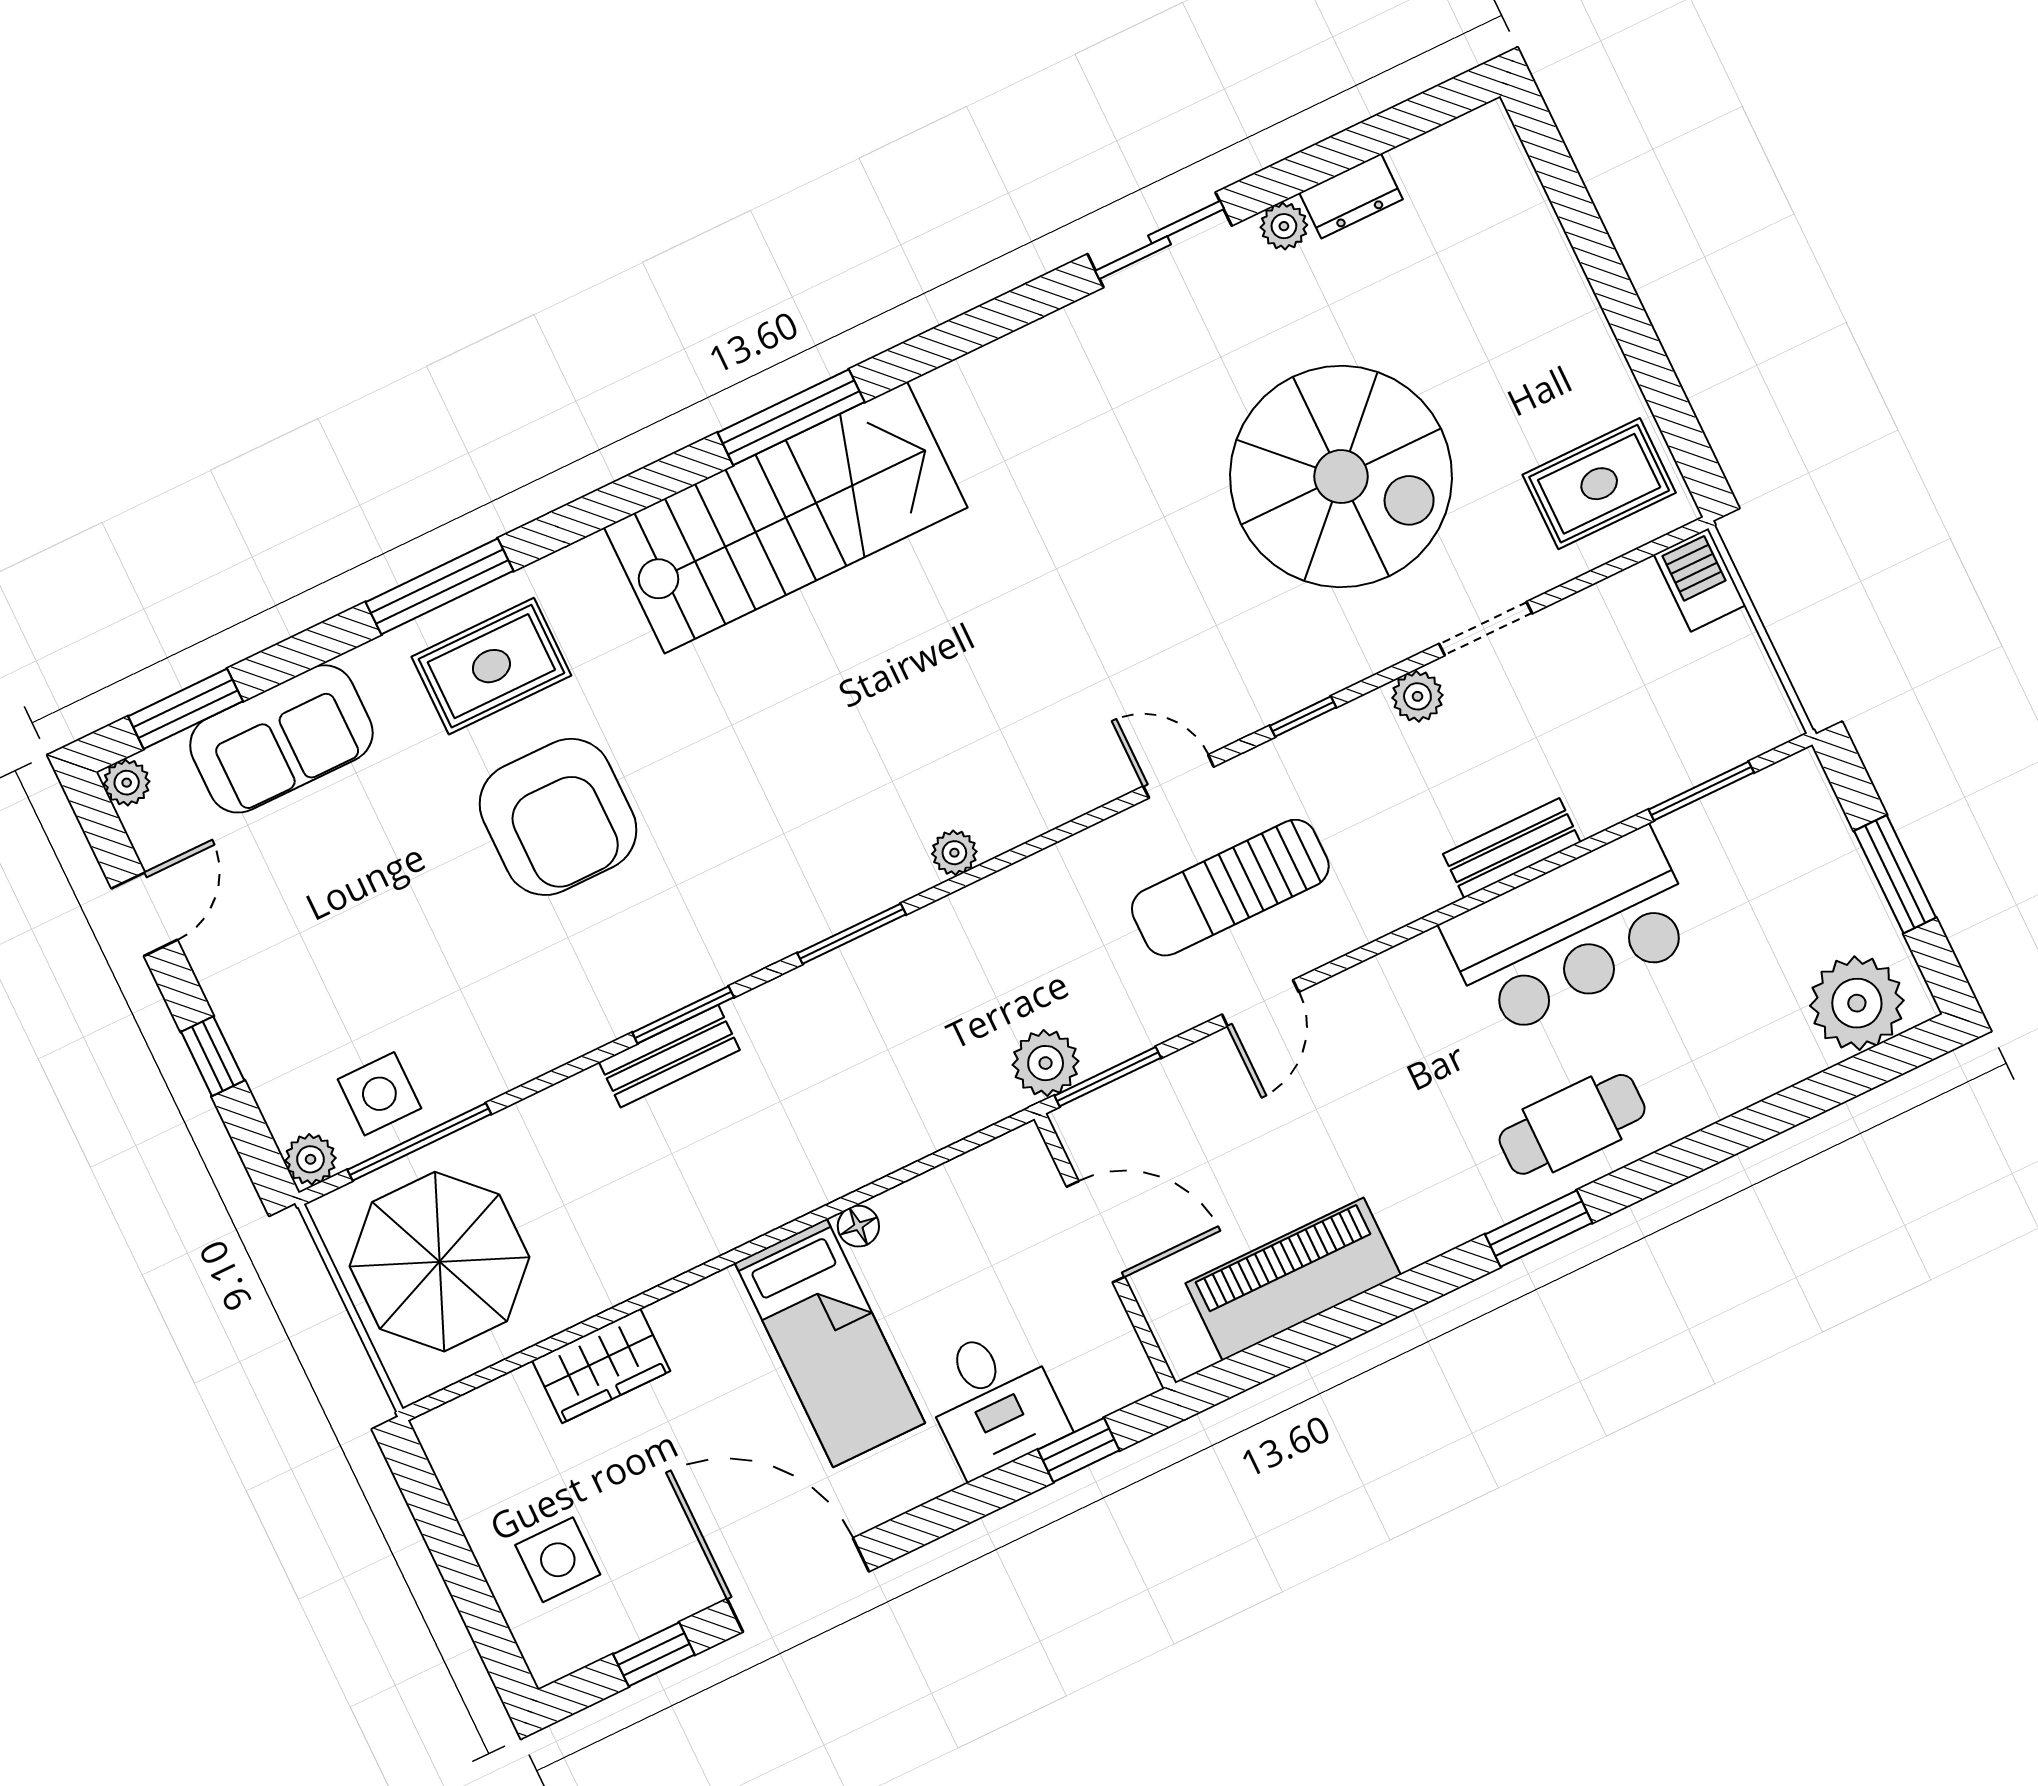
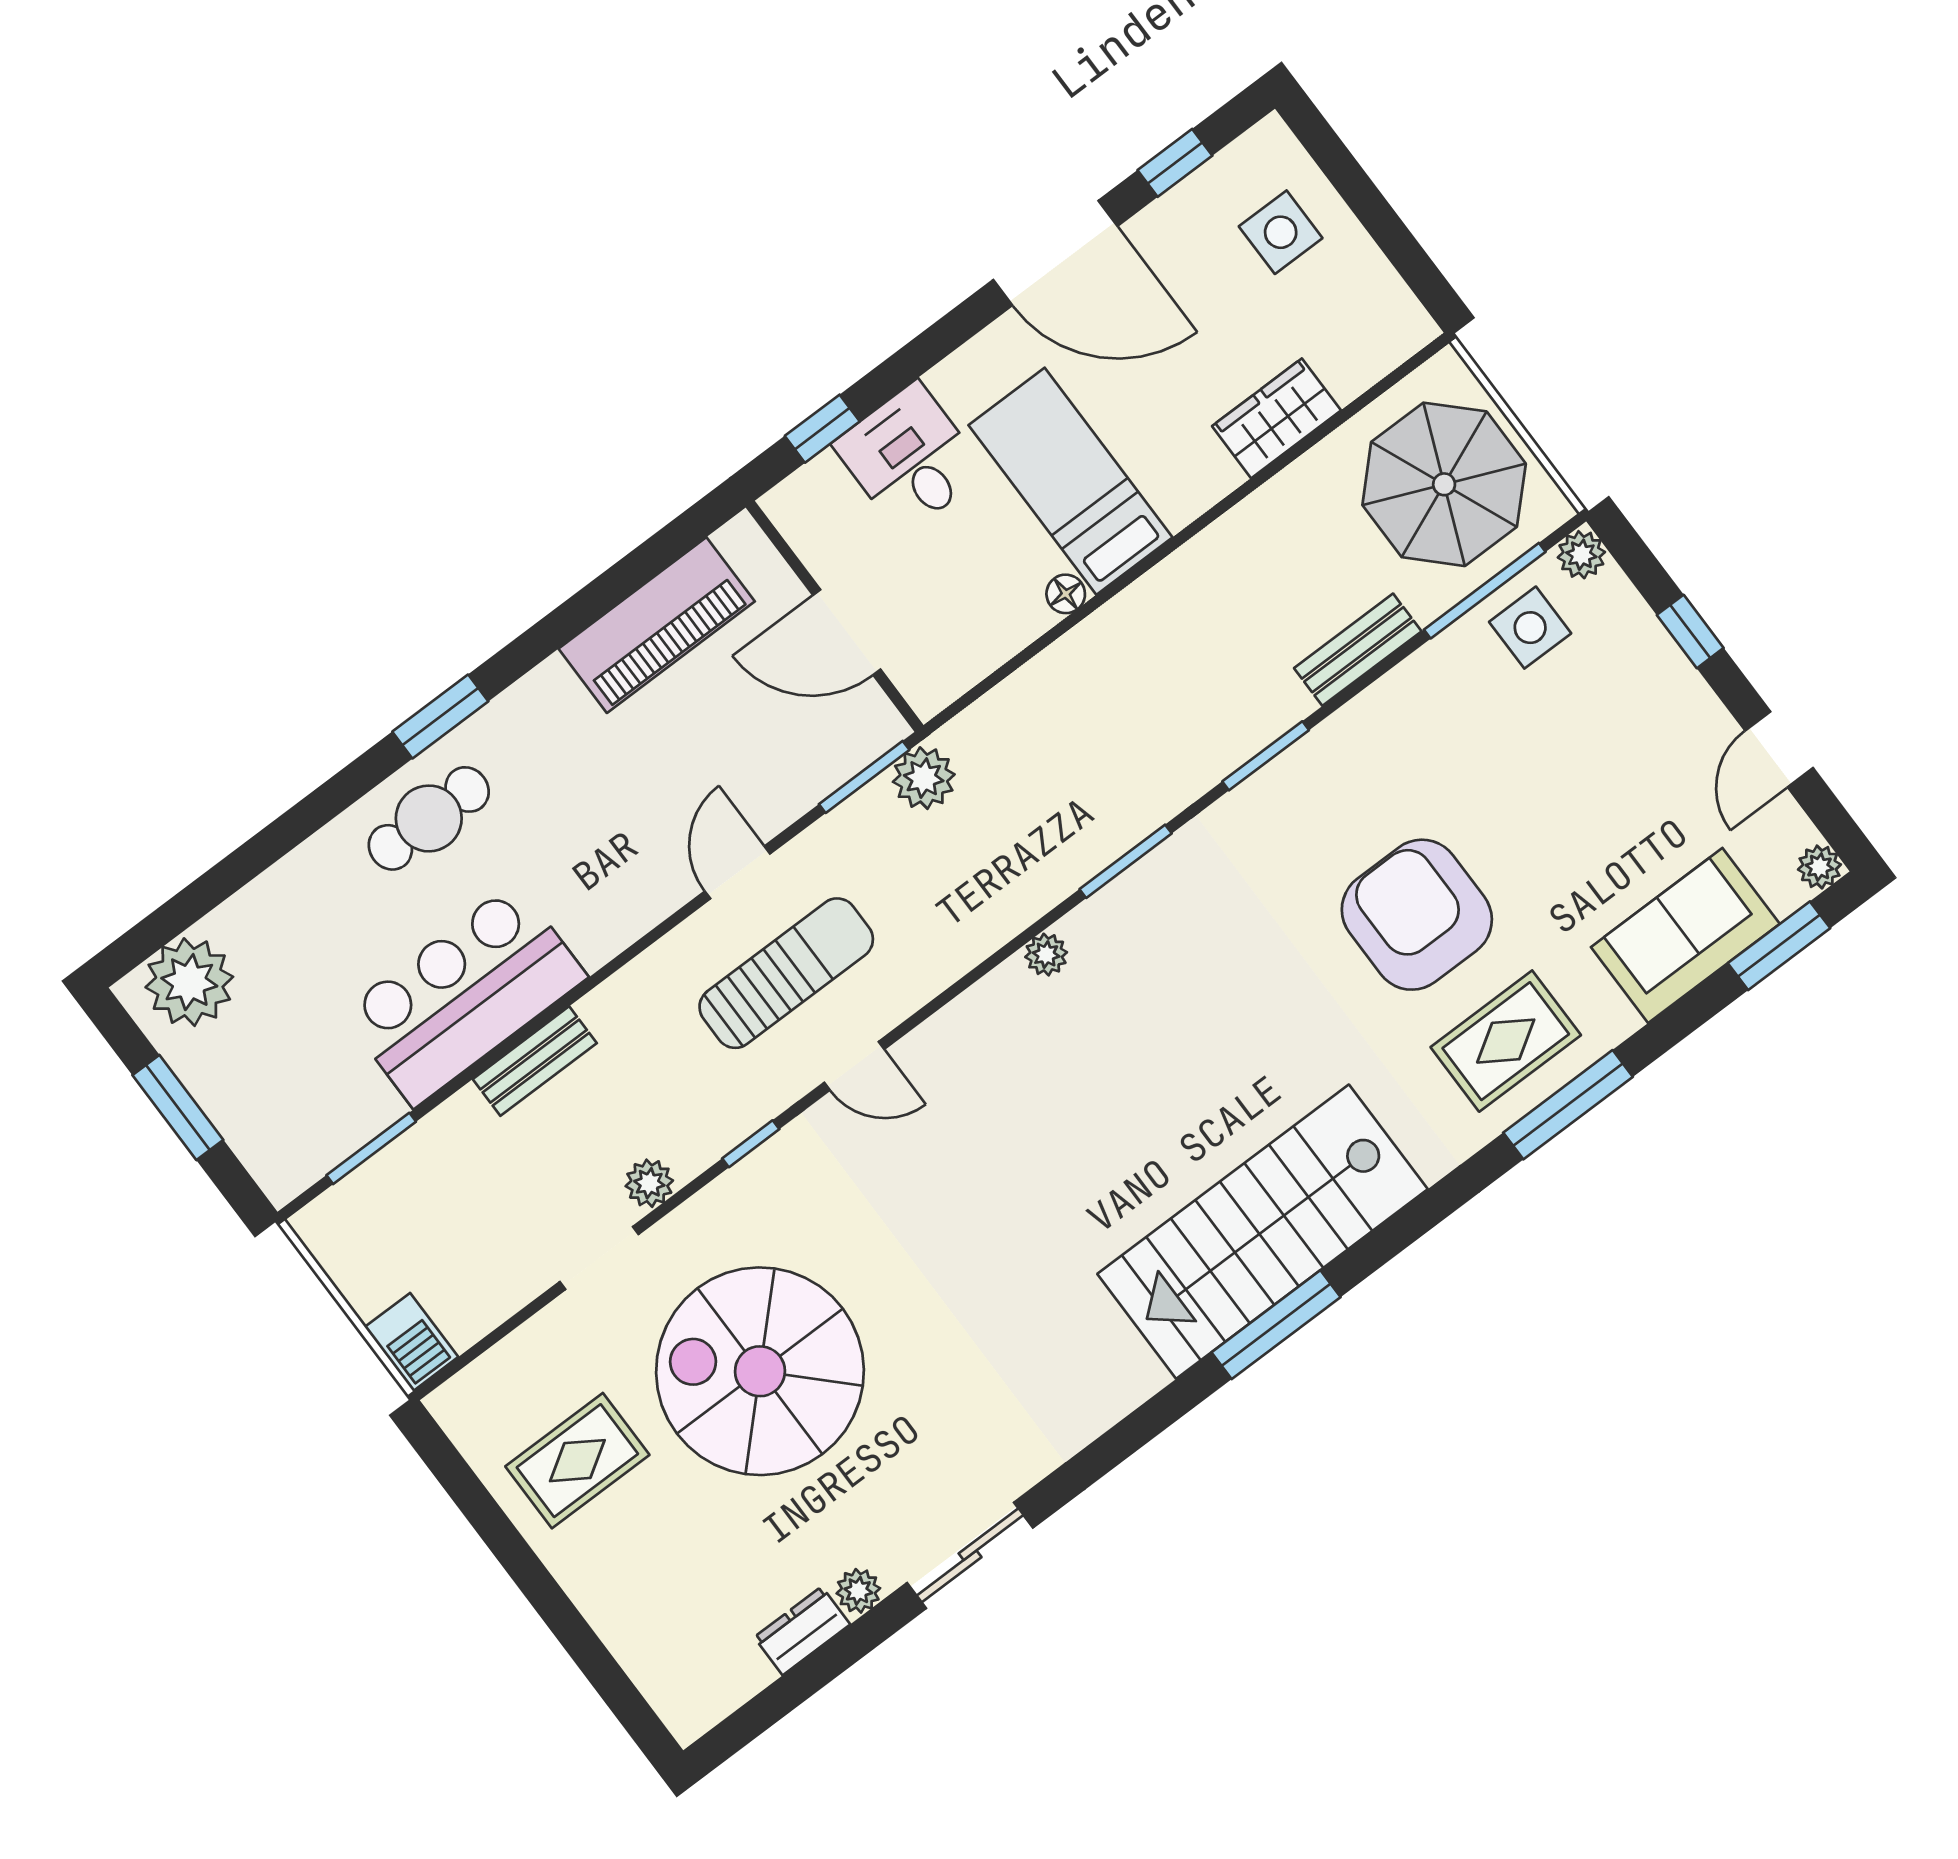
rug: (1599, 484) -> (577, 1461), moved
bench: (669, 1056) -> (1358, 650), moved

